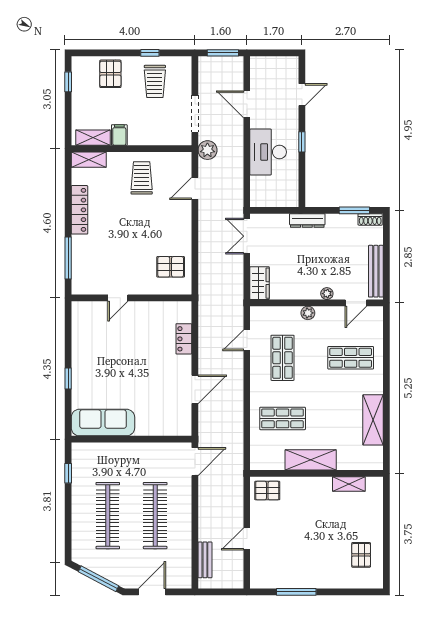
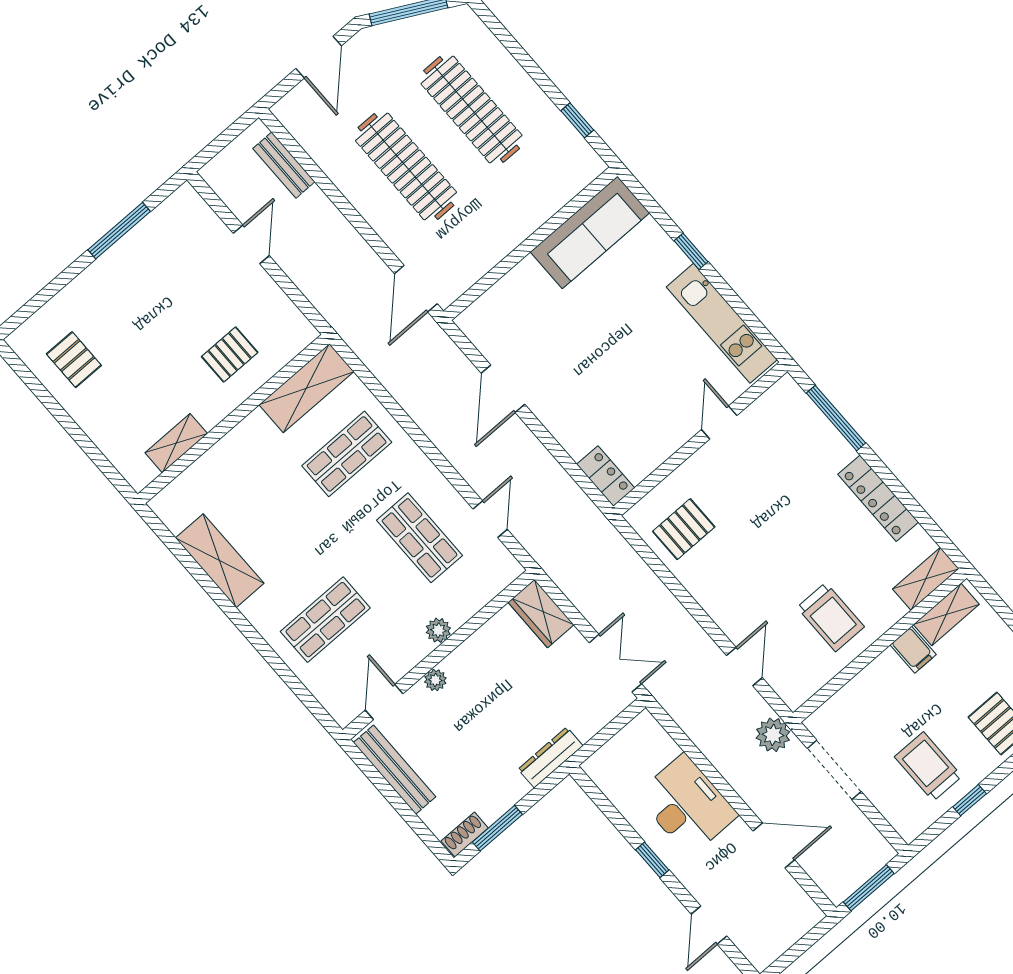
kitchen unit: (81, 338) -> (722, 323), added
locker: (184, 339) -> (606, 476), moved
shelving: (311, 460) -> (306, 388), moved
pallet: (267, 491) -> (230, 354), moved

